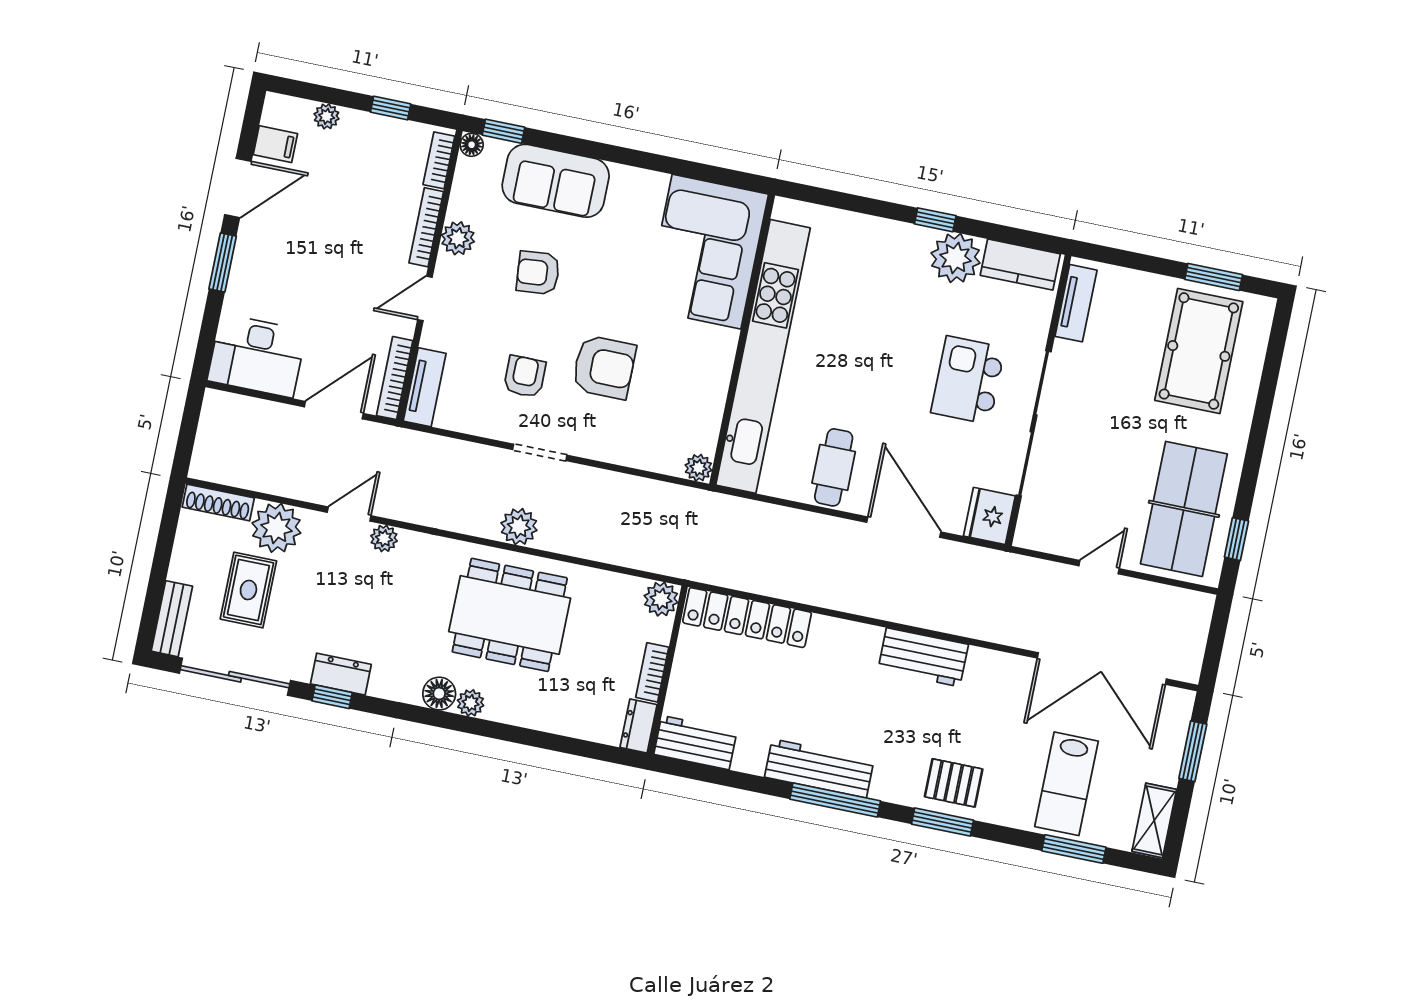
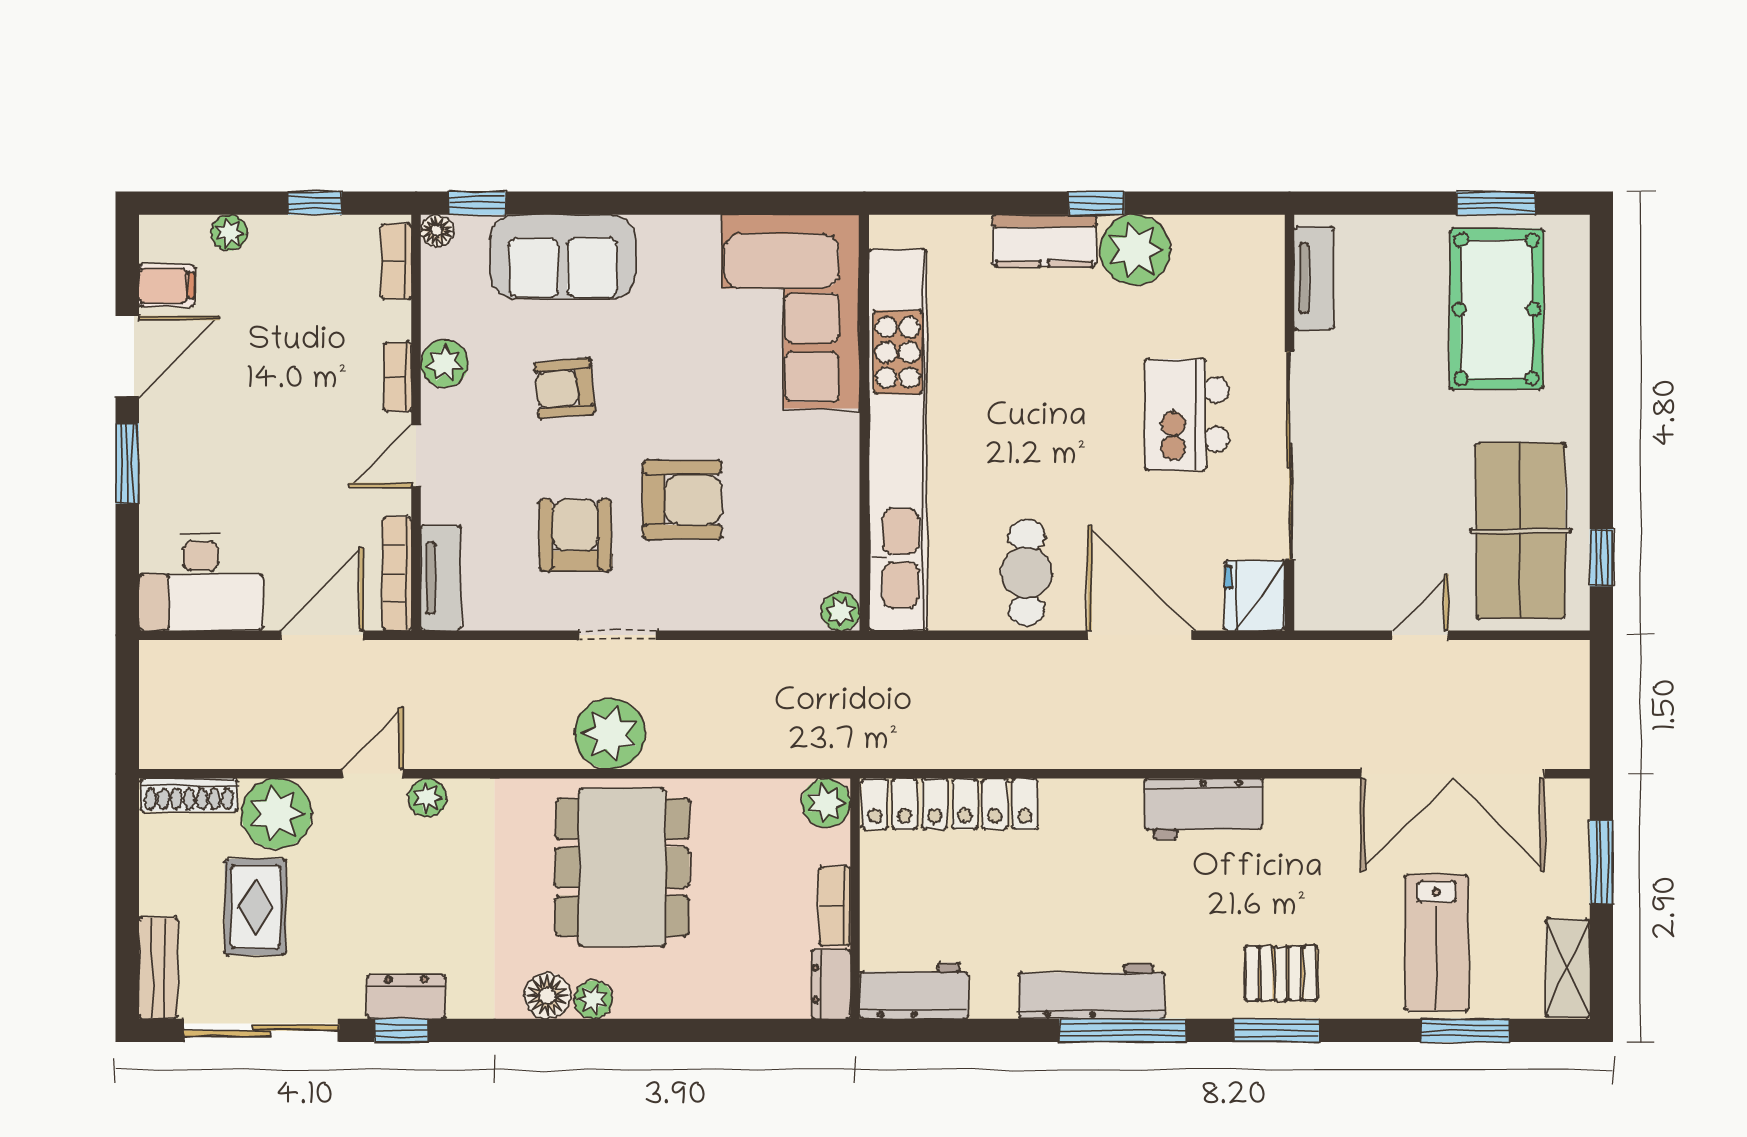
bookcase: (426, 227) -> (398, 377), width x0.64
kitchen counter: (1020, 265) -> (1044, 241), moved
armchair: (525, 377) -> (575, 535), width x1.38, depth x1.38
plant: (519, 527) -> (610, 734), width x1.36, depth x1.36
dining table: (510, 615) -> (622, 867), turned 90

